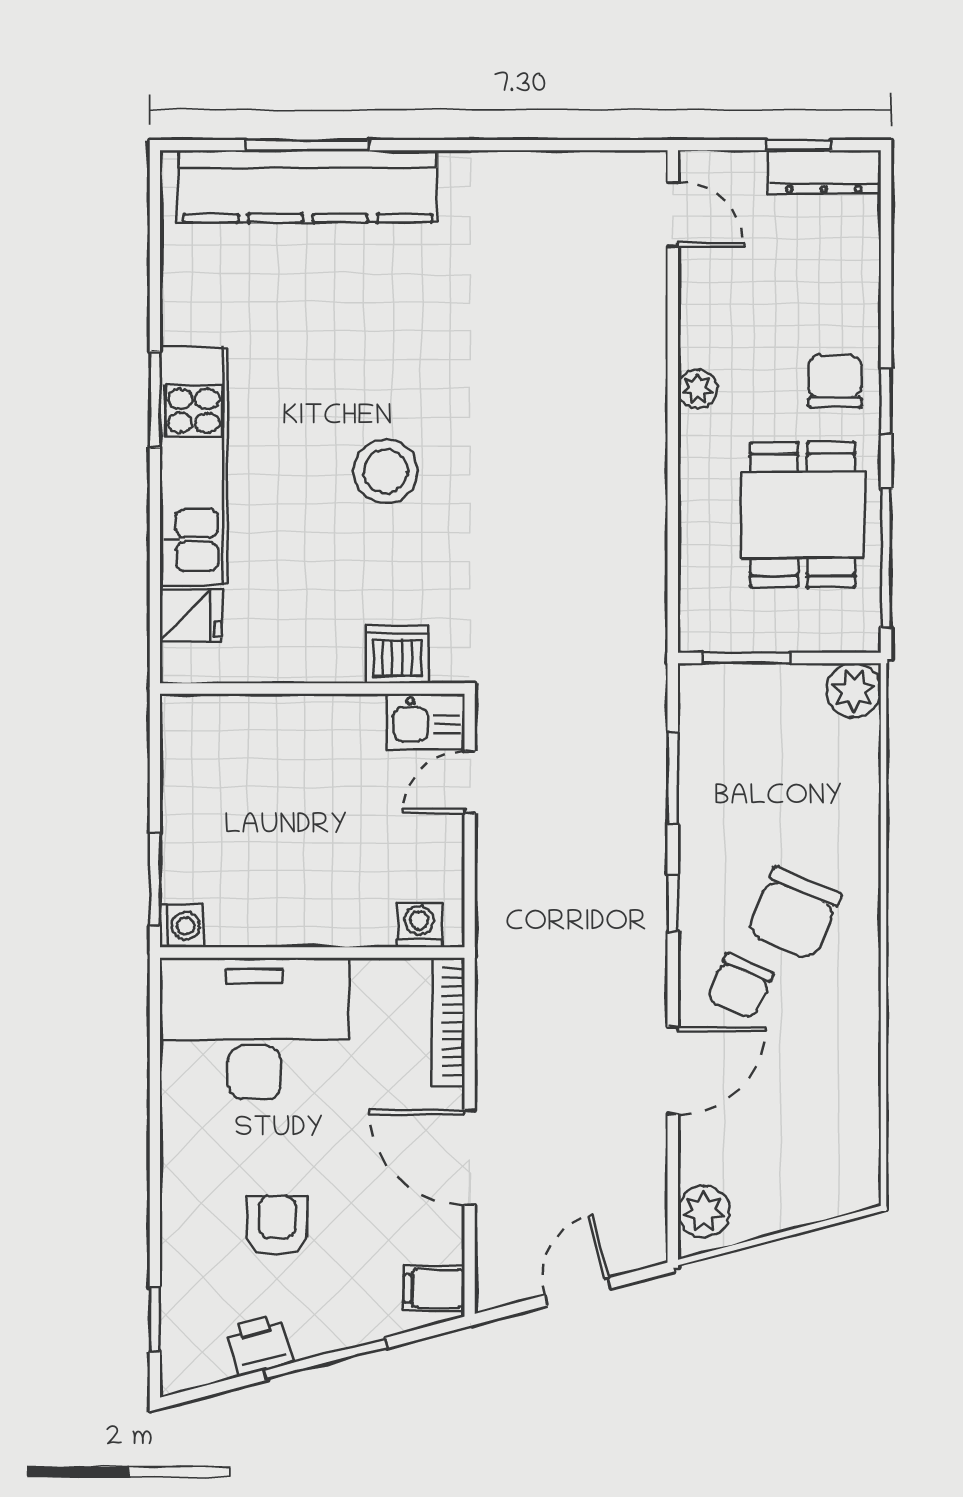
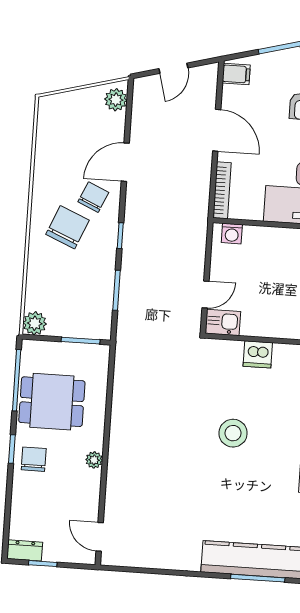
dresser: (824, 172) -> (25, 550), width x0.70
chair: (835, 381) -> (34, 459), turned 180
dining table: (802, 515) -> (52, 402), turned 90
dishwasher: (397, 654) -> (258, 354), moved

